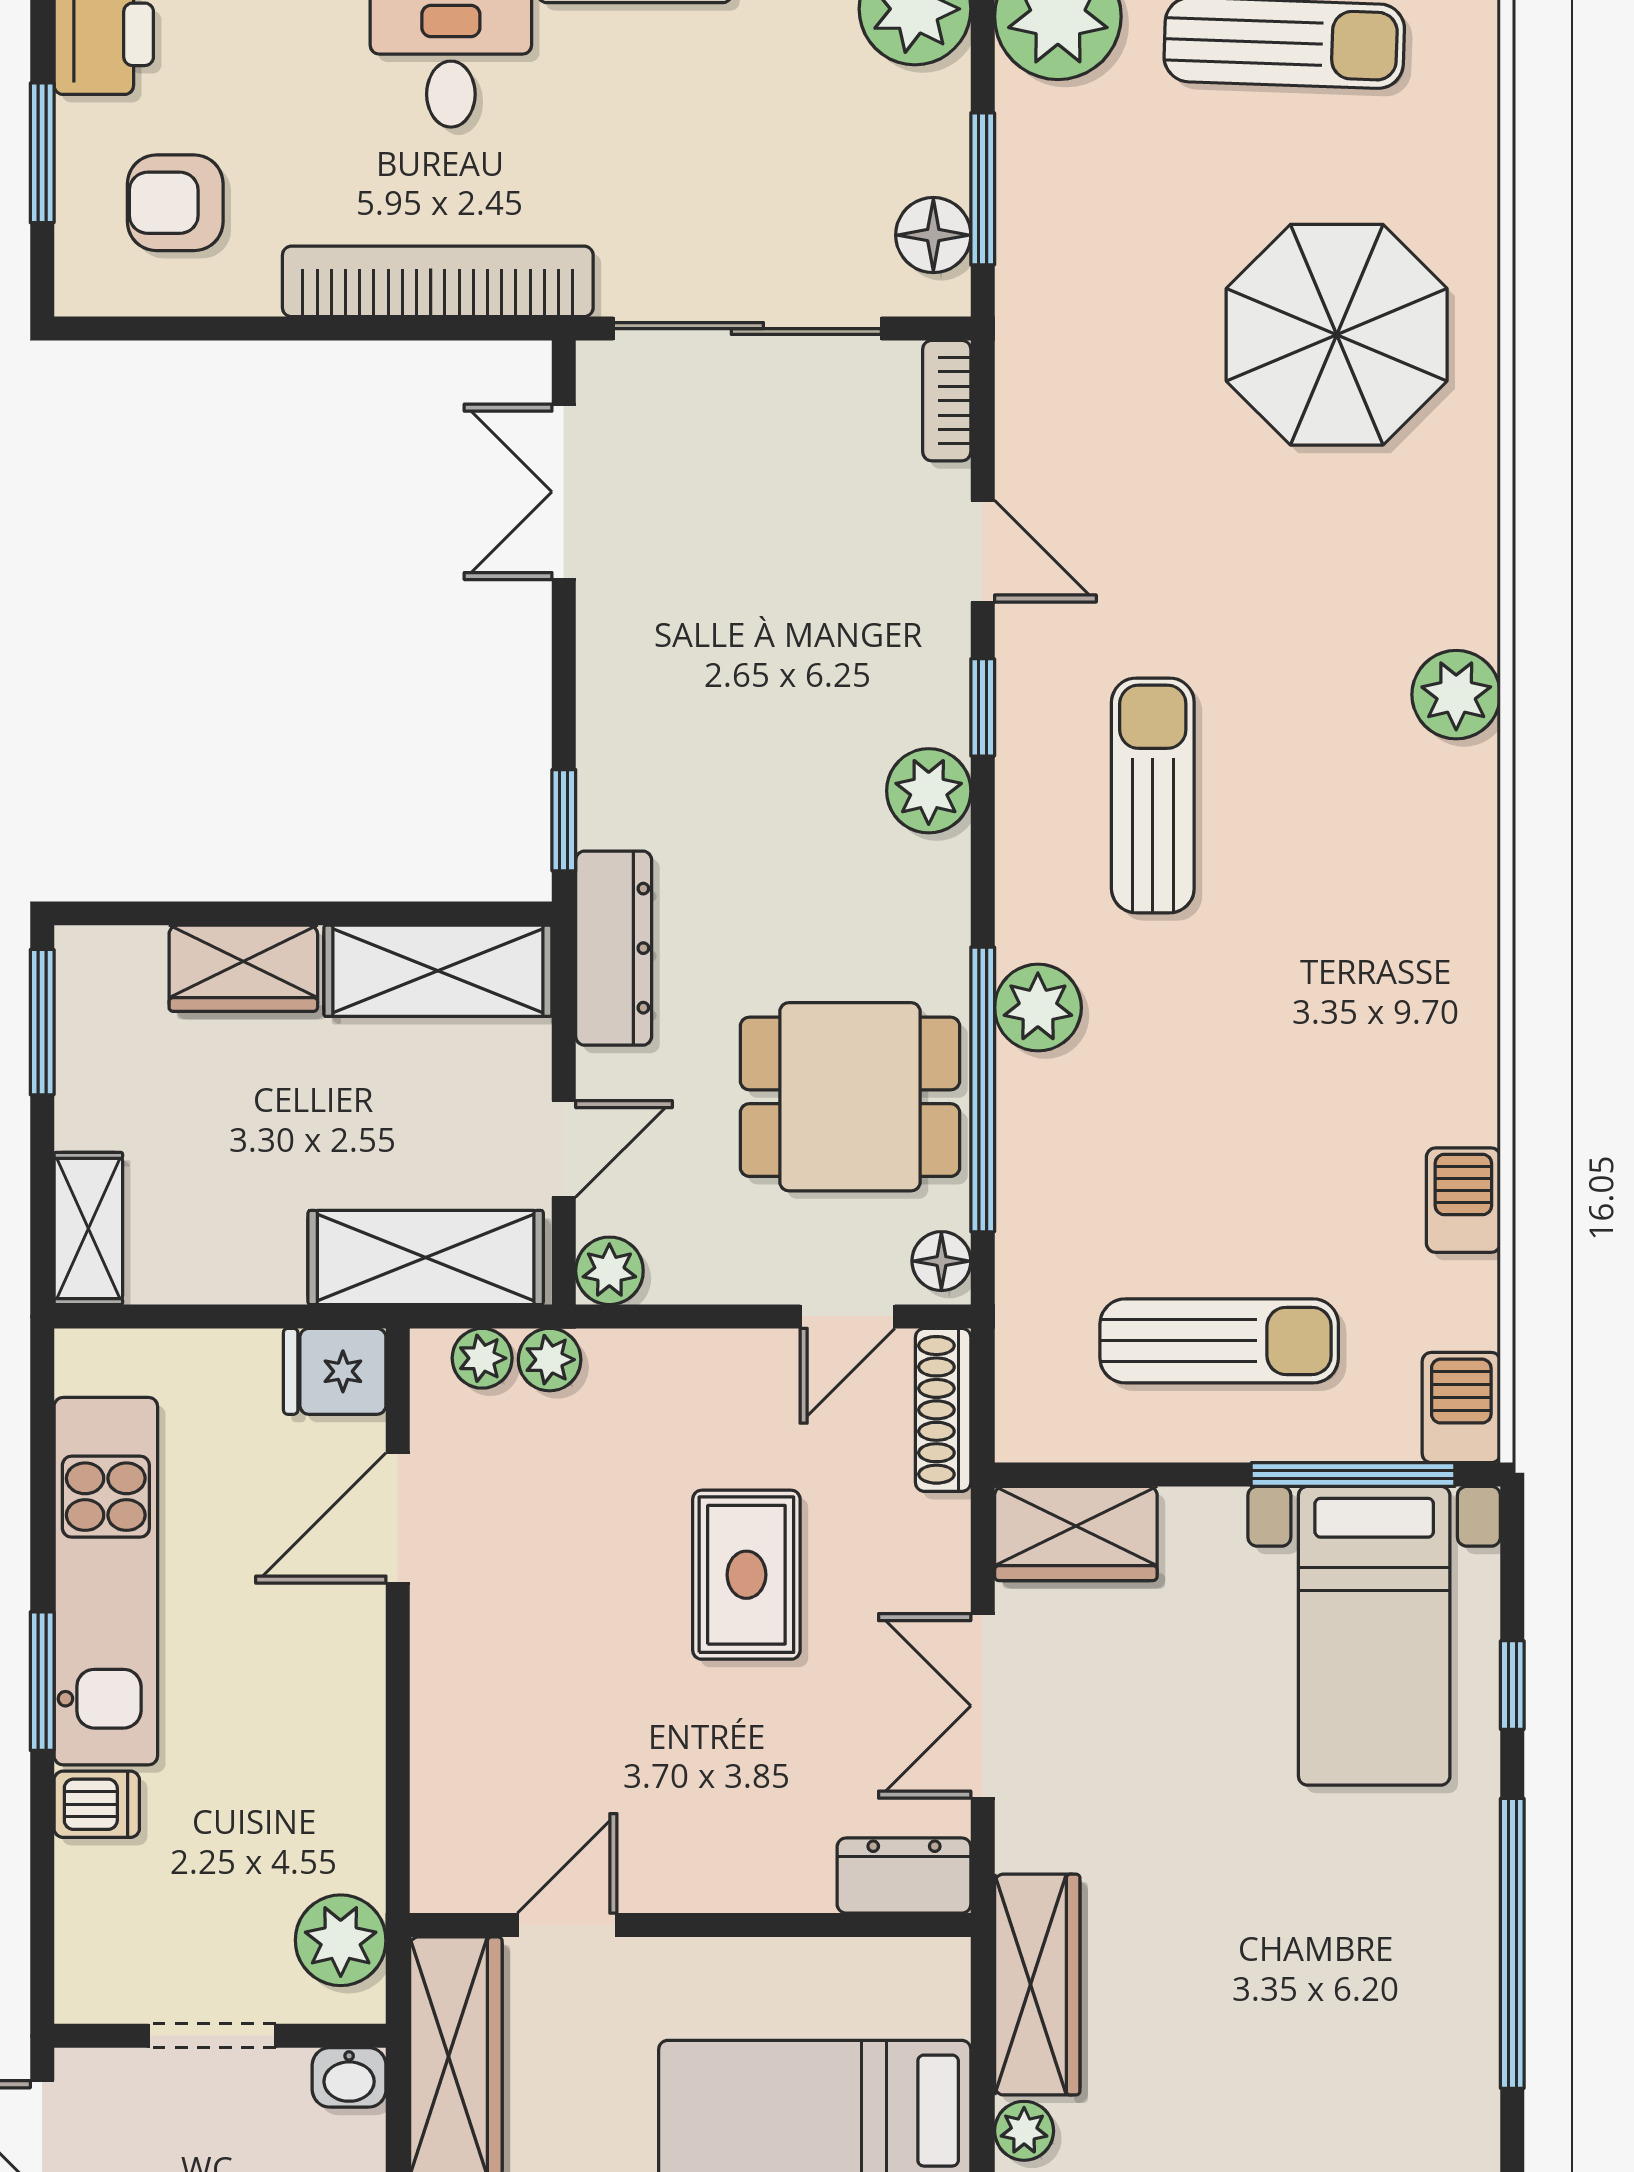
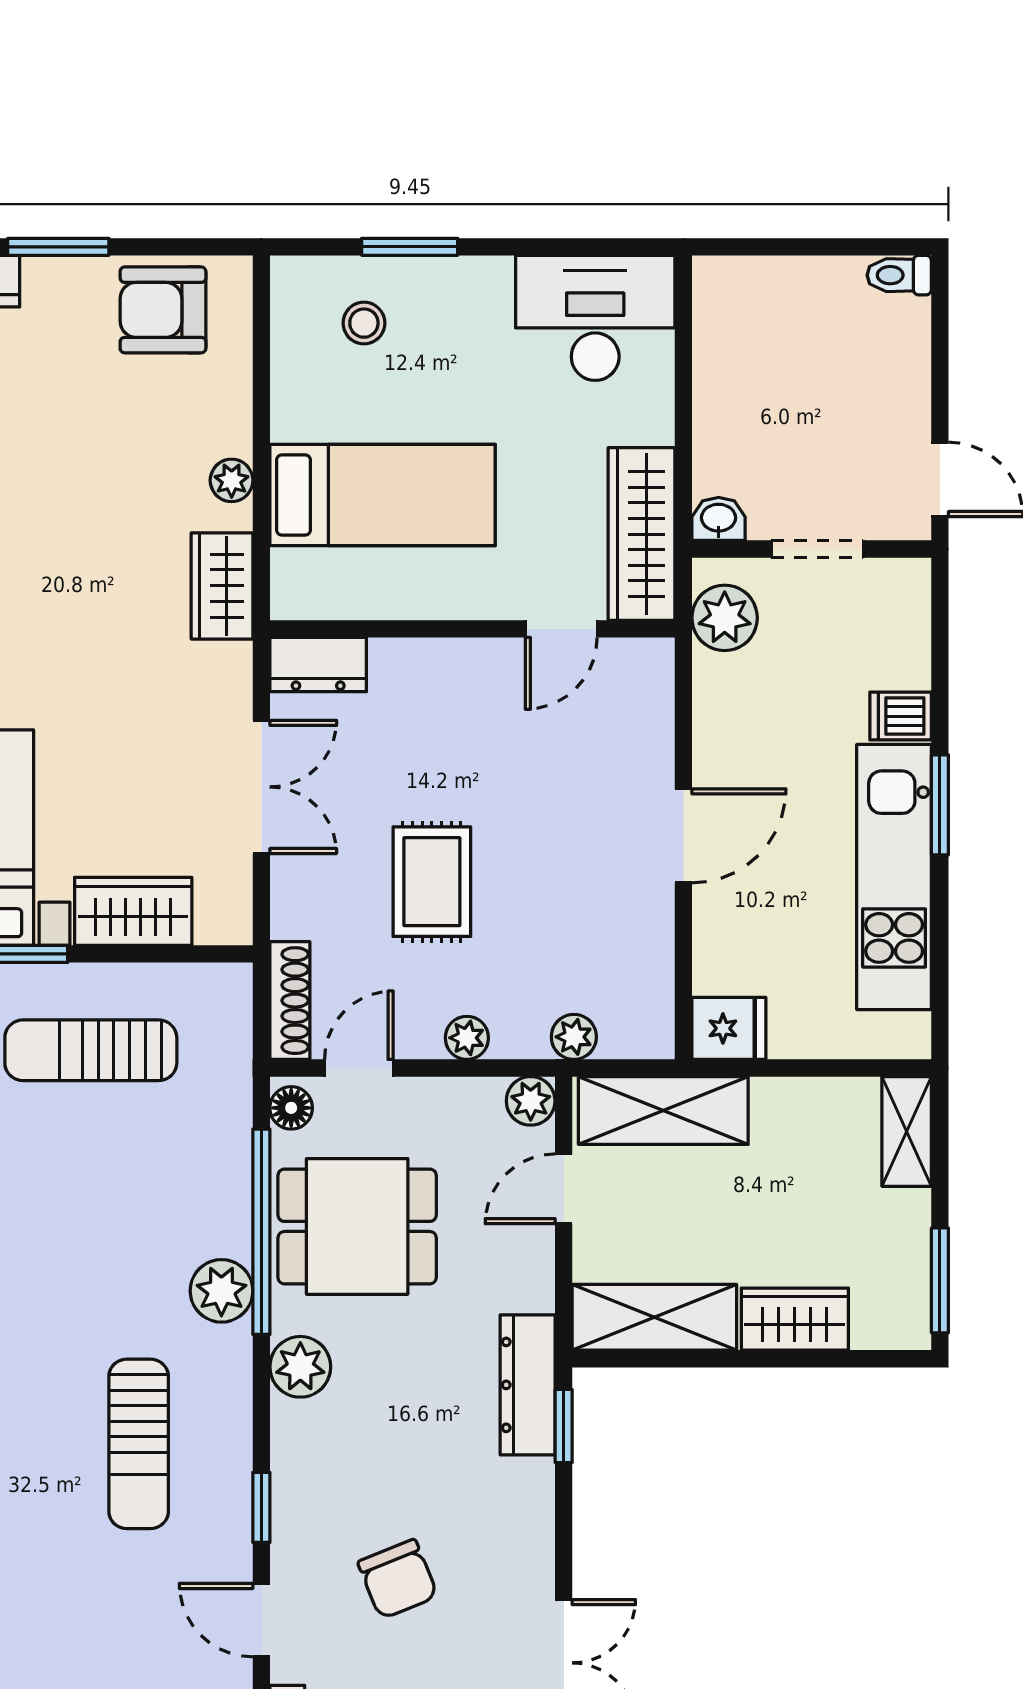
chair: (794, 608) -> (398, 1579), added
plant: (929, 791) -> (300, 1367), moved
dresser: (614, 948) -> (528, 1385), moved
plant: (482, 1358) -> (467, 1038), moved
door: (398, 1518) -> (683, 836), moved
wardrobe: (1076, 1534) -> (133, 911), moved
wardrobe: (1037, 1985) -> (222, 586), width x0.67

